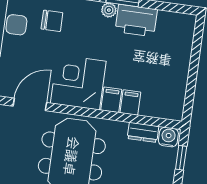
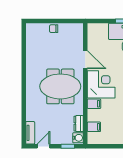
filing cabinet: (130, 103) -> (94, 127), moved

